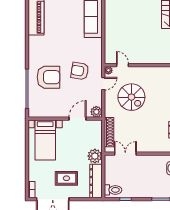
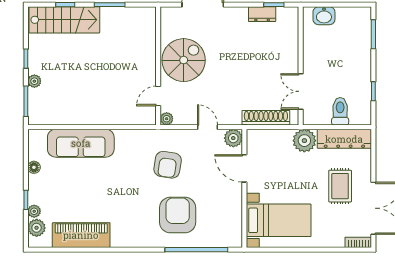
door: (103, 84) -> (208, 127), moved
spiral stairs: (131, 97) -> (184, 60), moved
toilet: (113, 190) -> (340, 111), moved

